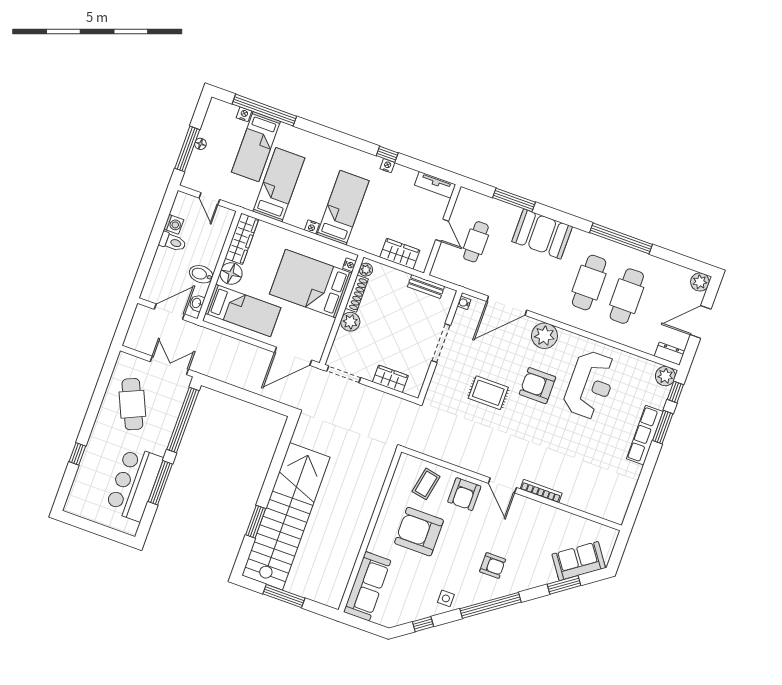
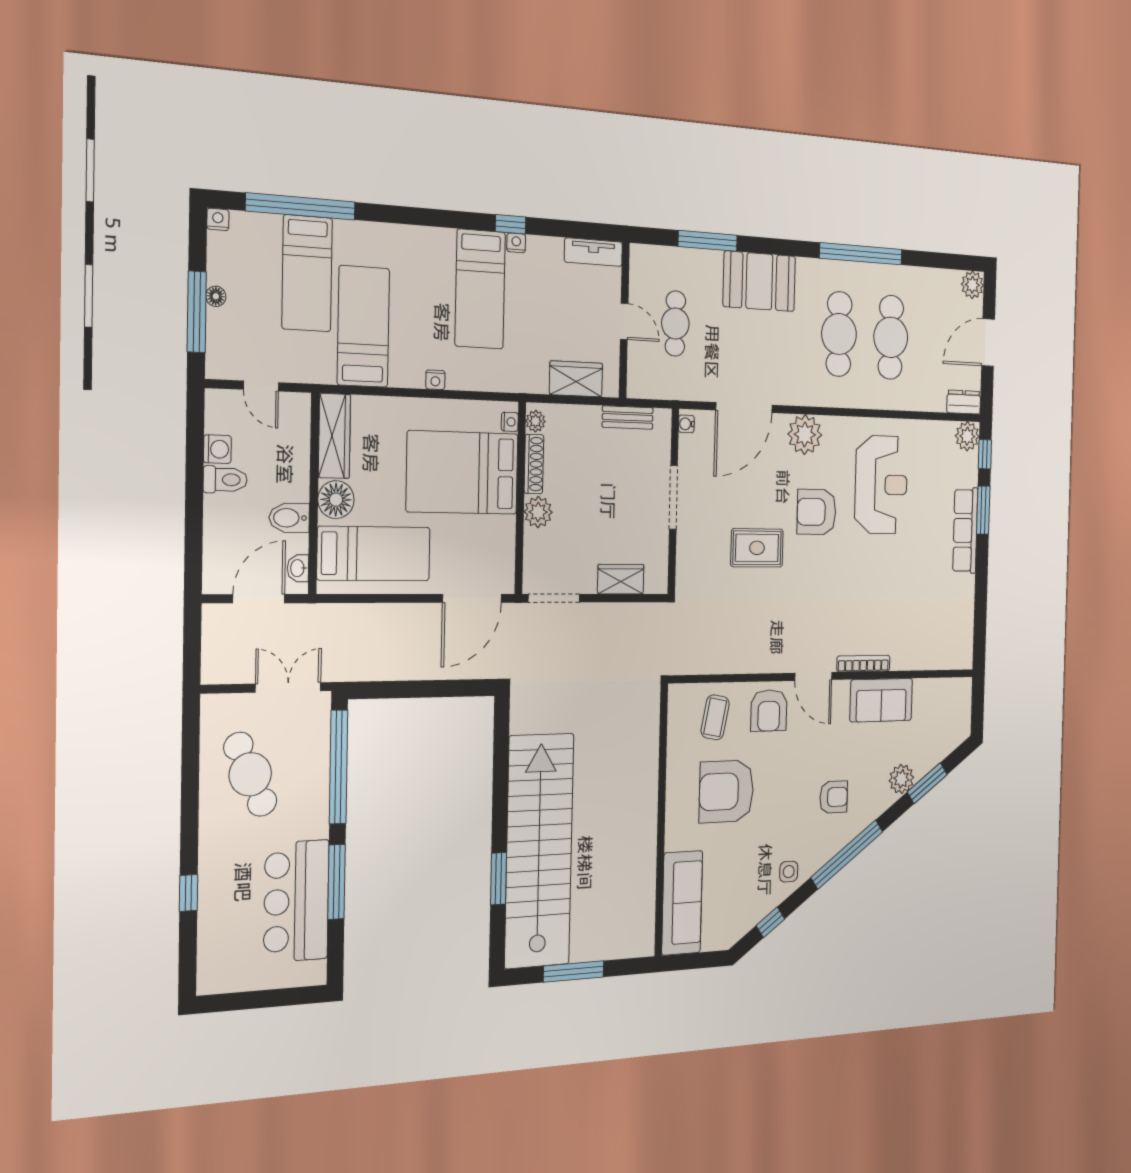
nightstand: (244, 114) -> (218, 219), moved
bed: (343, 208) -> (480, 289), moved, turned 180
sofa: (579, 561) -> (881, 700), moved, turned -145
plant: (546, 574) -> (901, 779), added

